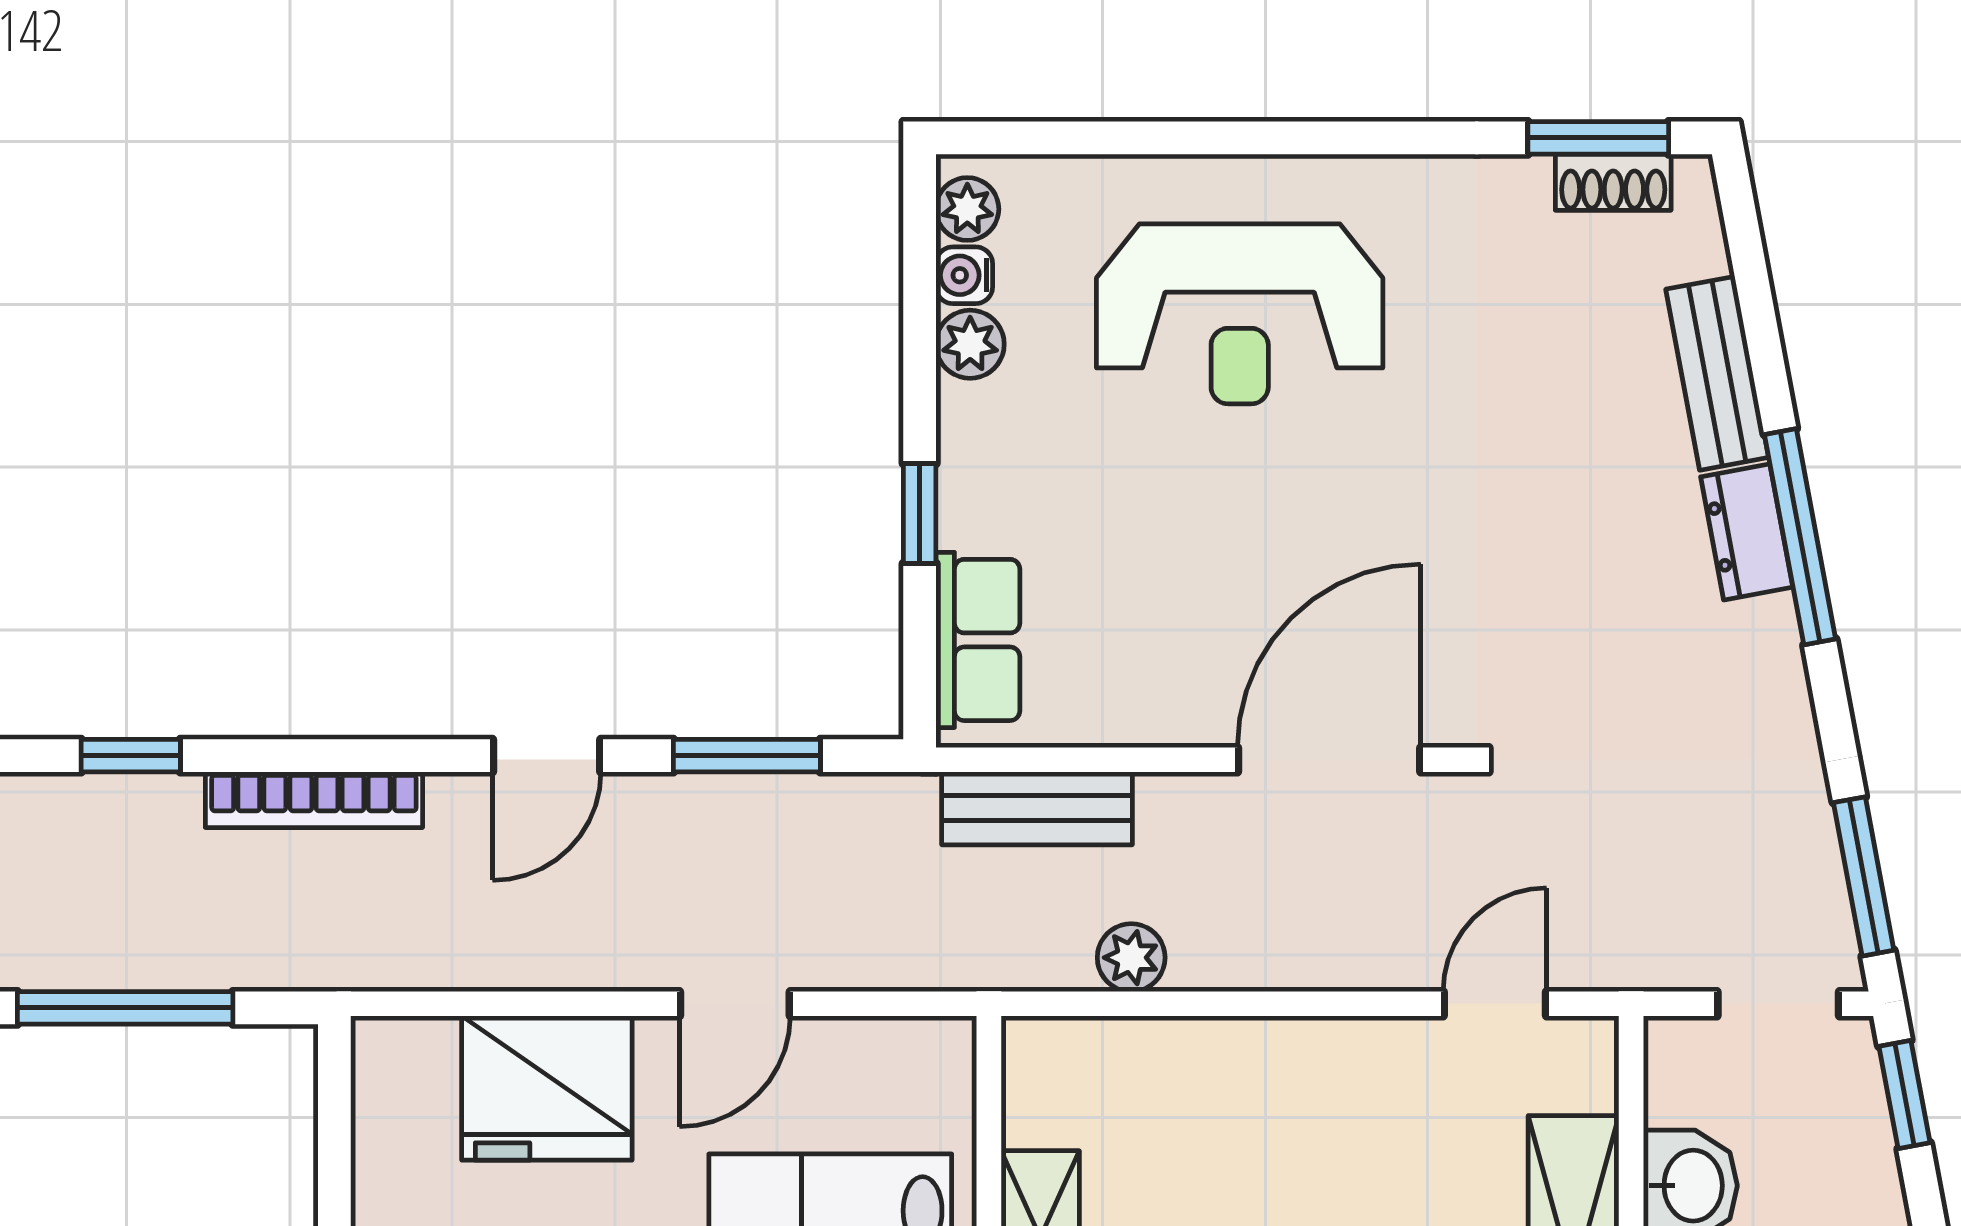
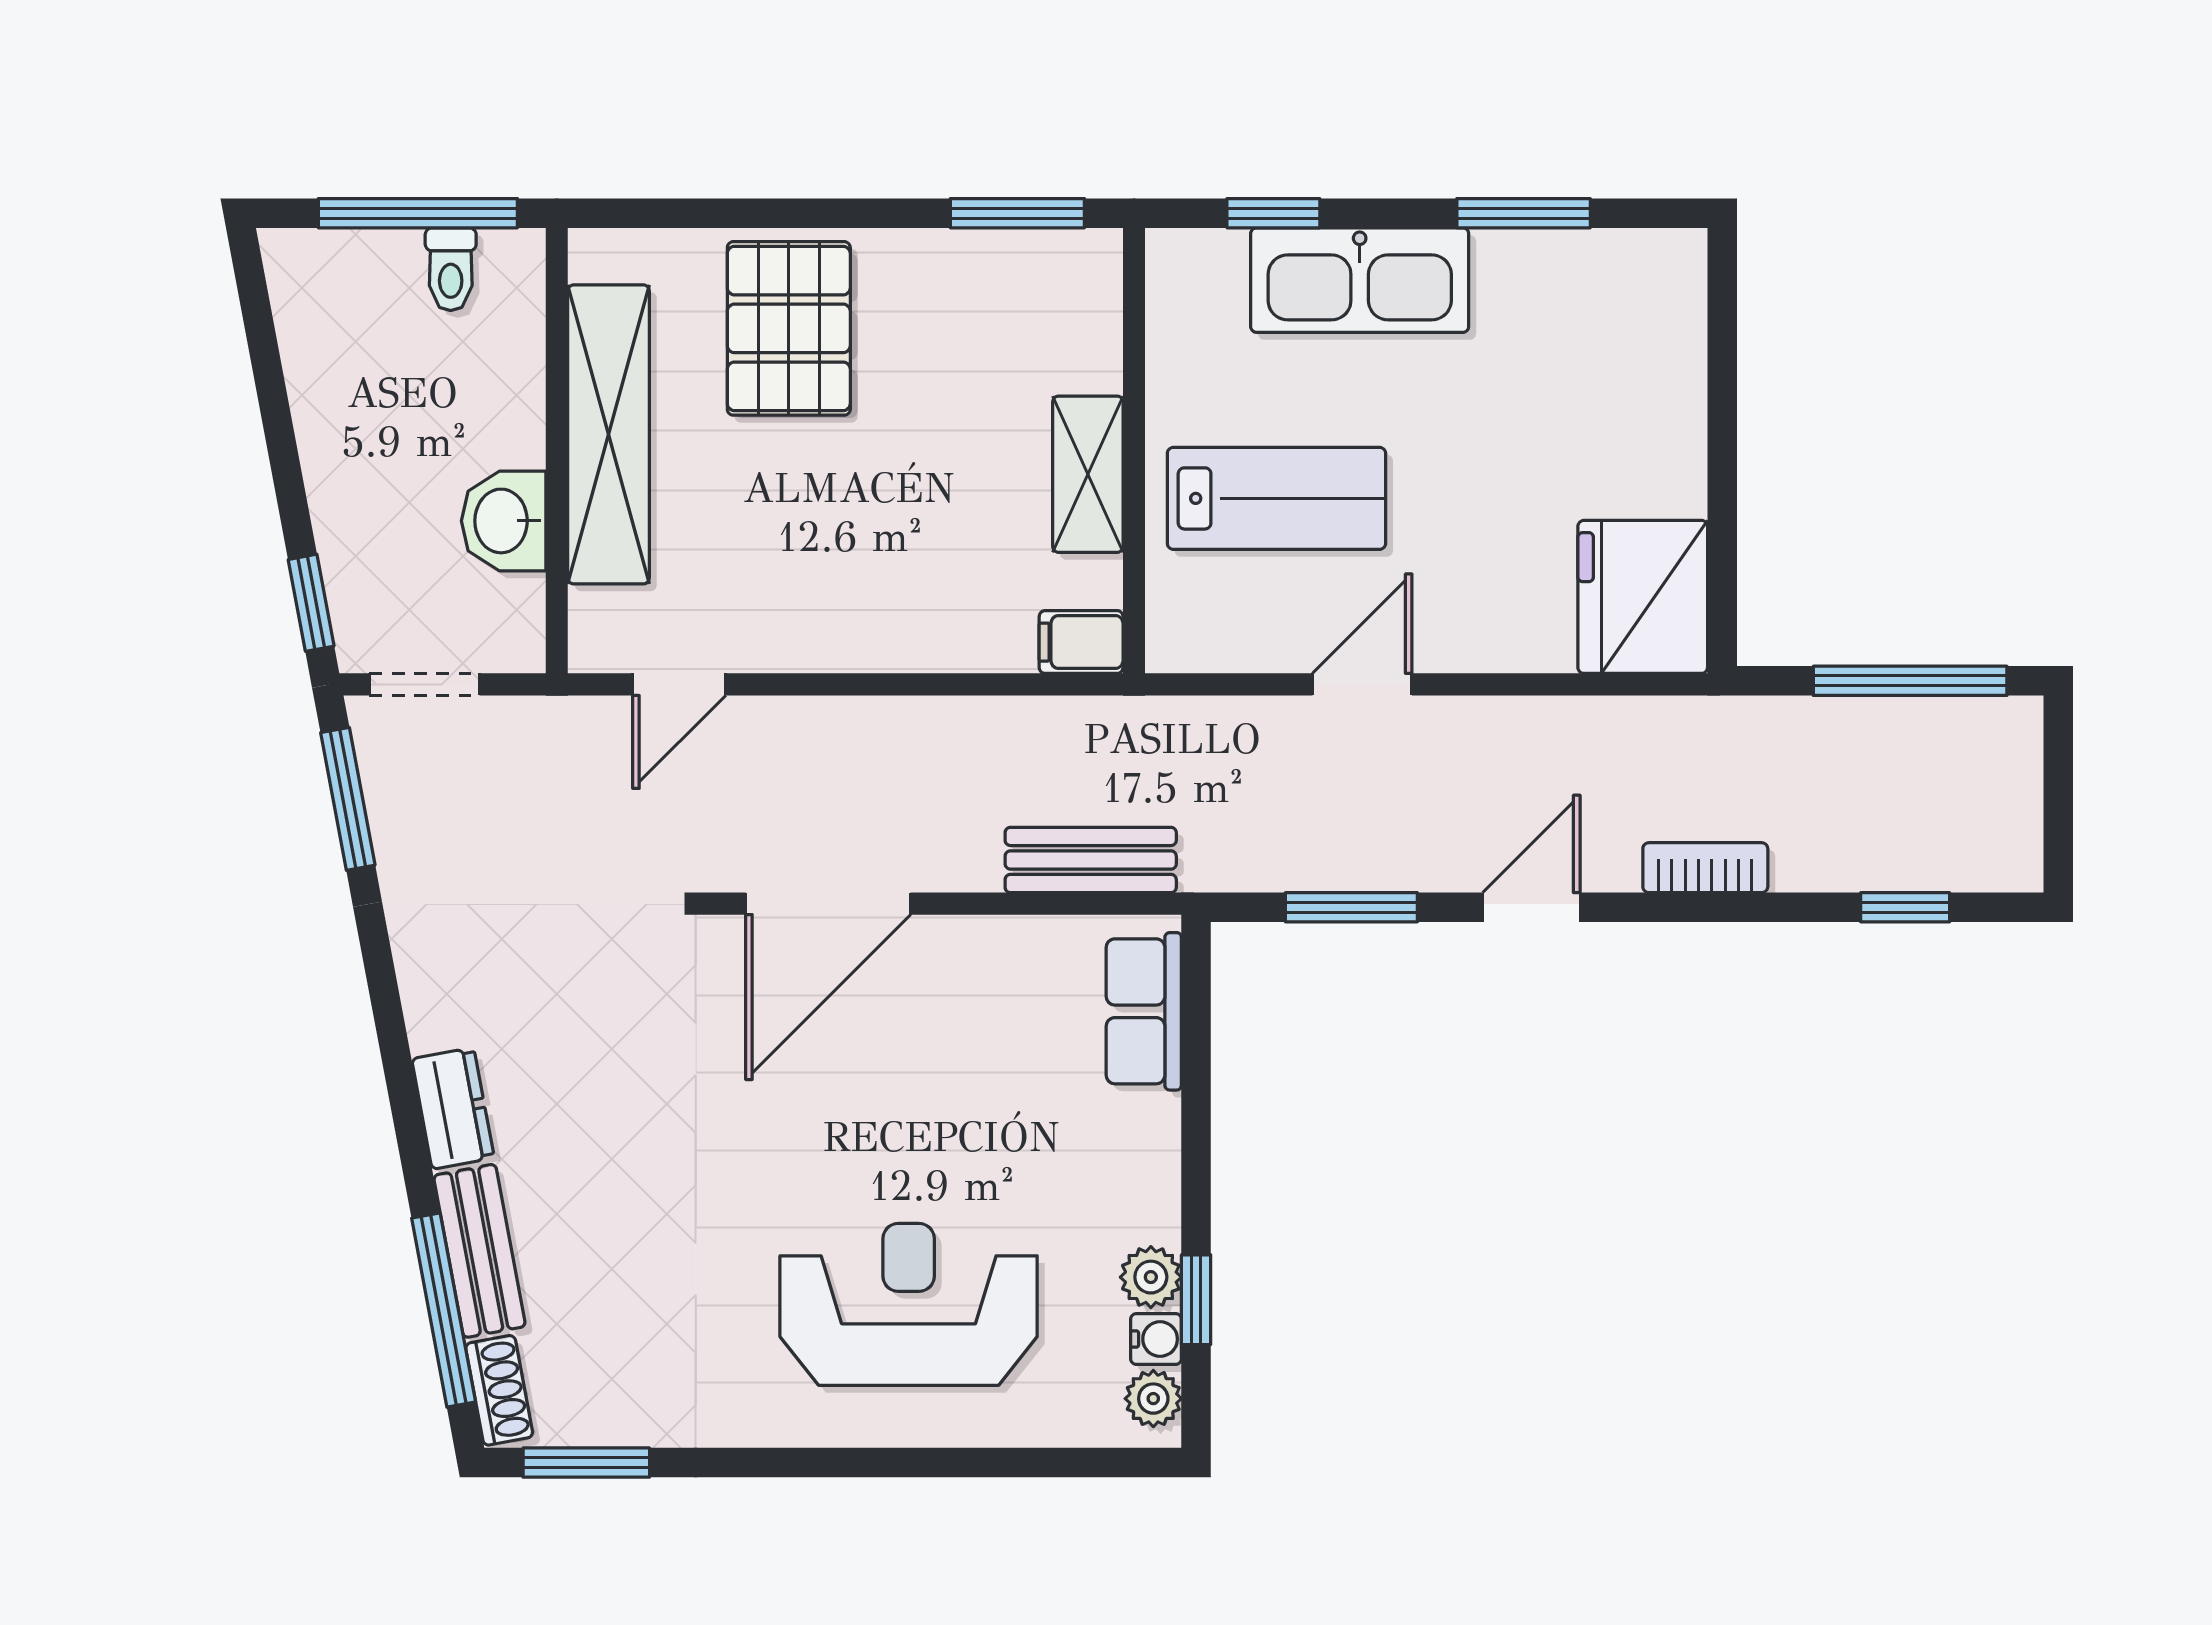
shoe rack: (1613, 182) -> (499, 1390), moved, turned 79
window: (920, 514) -> (1196, 1300), moved
window: (1800, 537) -> (444, 1310), moved
bookcase: (314, 800) -> (1705, 868), width x0.64
plant: (1131, 958) -> (1006, 726), removed
filing cabinet: (1048, 1051) -> (1081, 642), added
fridge: (547, 1088) -> (1643, 597), moved, turned -90

